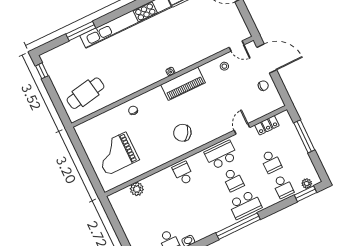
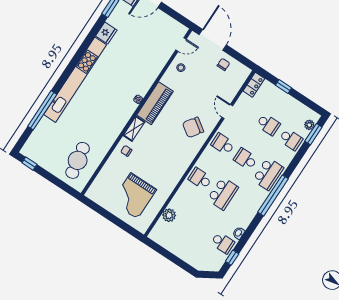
window: (81, 31) -> (42, 110), width x1.46
door: (267, 59) -> (213, 40), hinge flipped
shelving: (151, 95) -> (134, 129), added
locker: (267, 125) -> (254, 85), moved
chair: (182, 133) -> (193, 127), moved
window: (304, 136) -> (283, 87), width x0.46
school desk: (221, 155) -> (223, 144), width x0.54
school desk: (233, 180) -> (245, 159), turned 180
school desk: (195, 198) -> (223, 193), added

